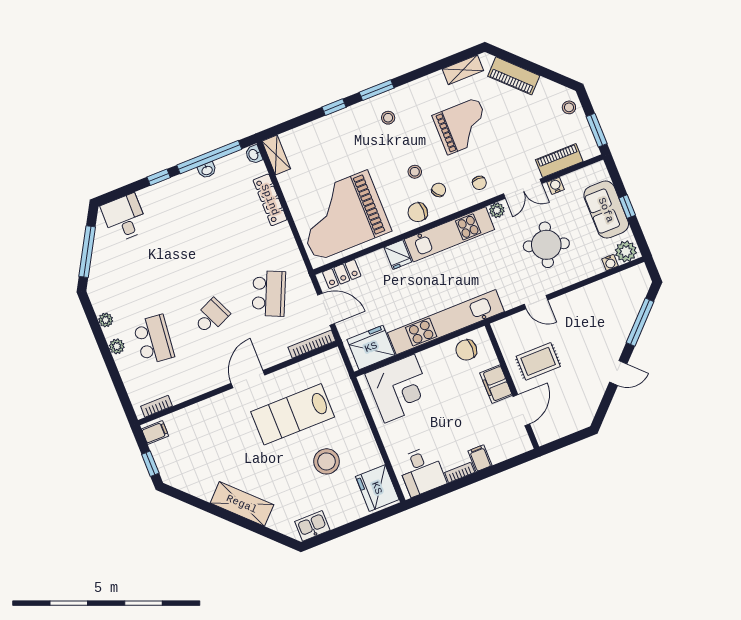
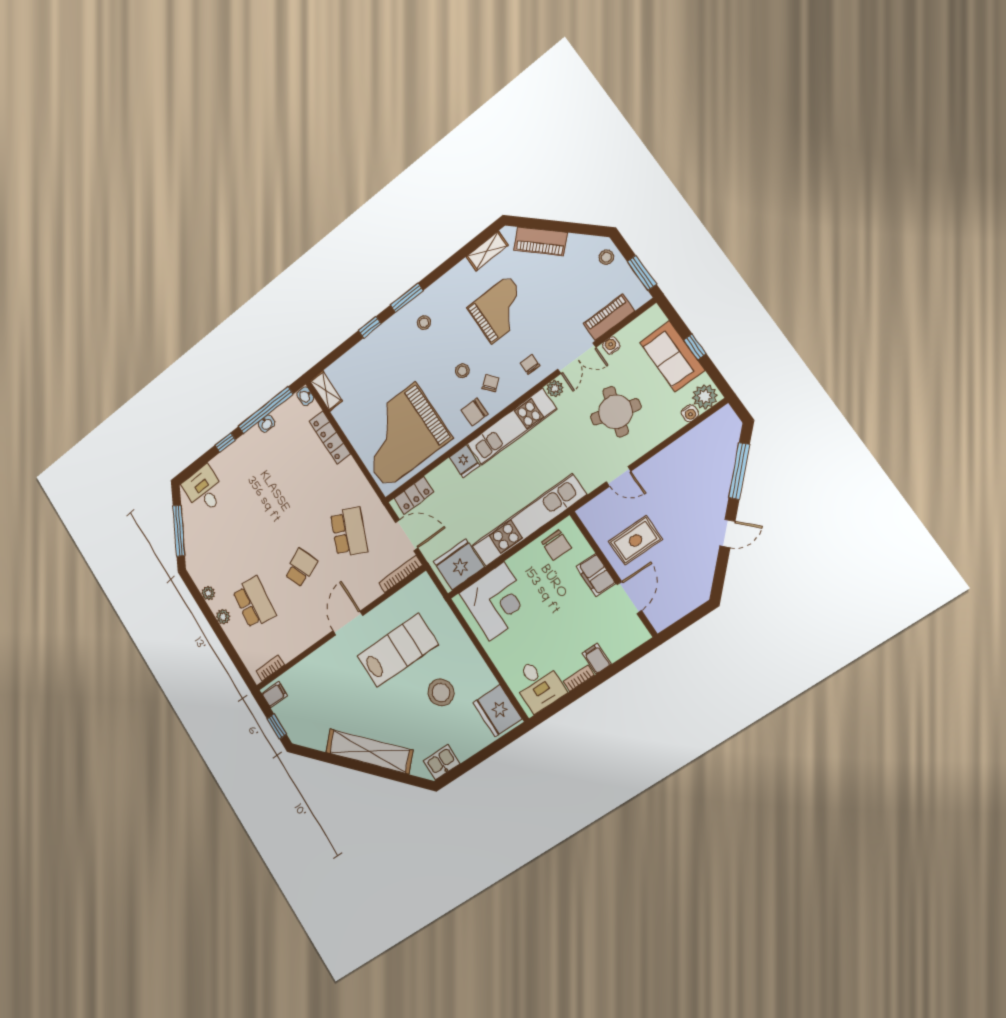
chair: (479, 183) -> (530, 364), turned 180
chair: (466, 350) -> (556, 545), turned -90
lab bench: (293, 414) -> (398, 650), turned 180
shelving: (242, 504) -> (369, 751), width x1.47

